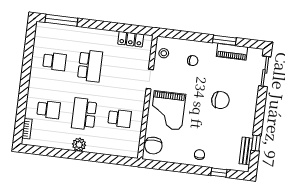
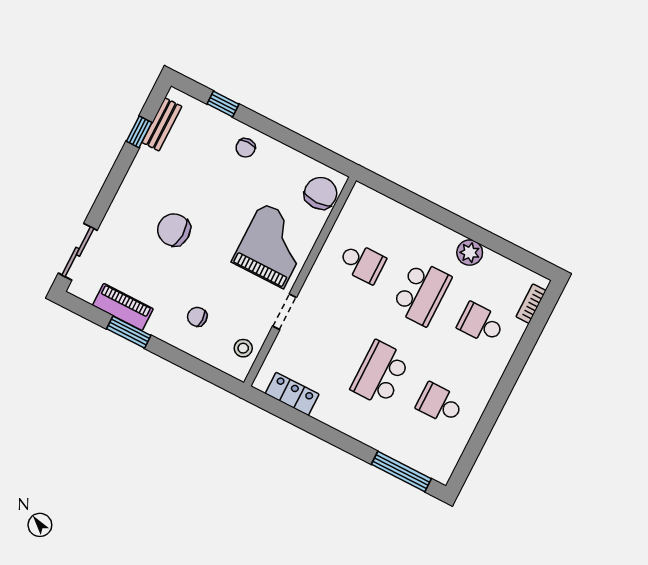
school desk: (120, 118) -> (362, 263), turned 180
plant: (79, 145) -> (470, 253), moved

